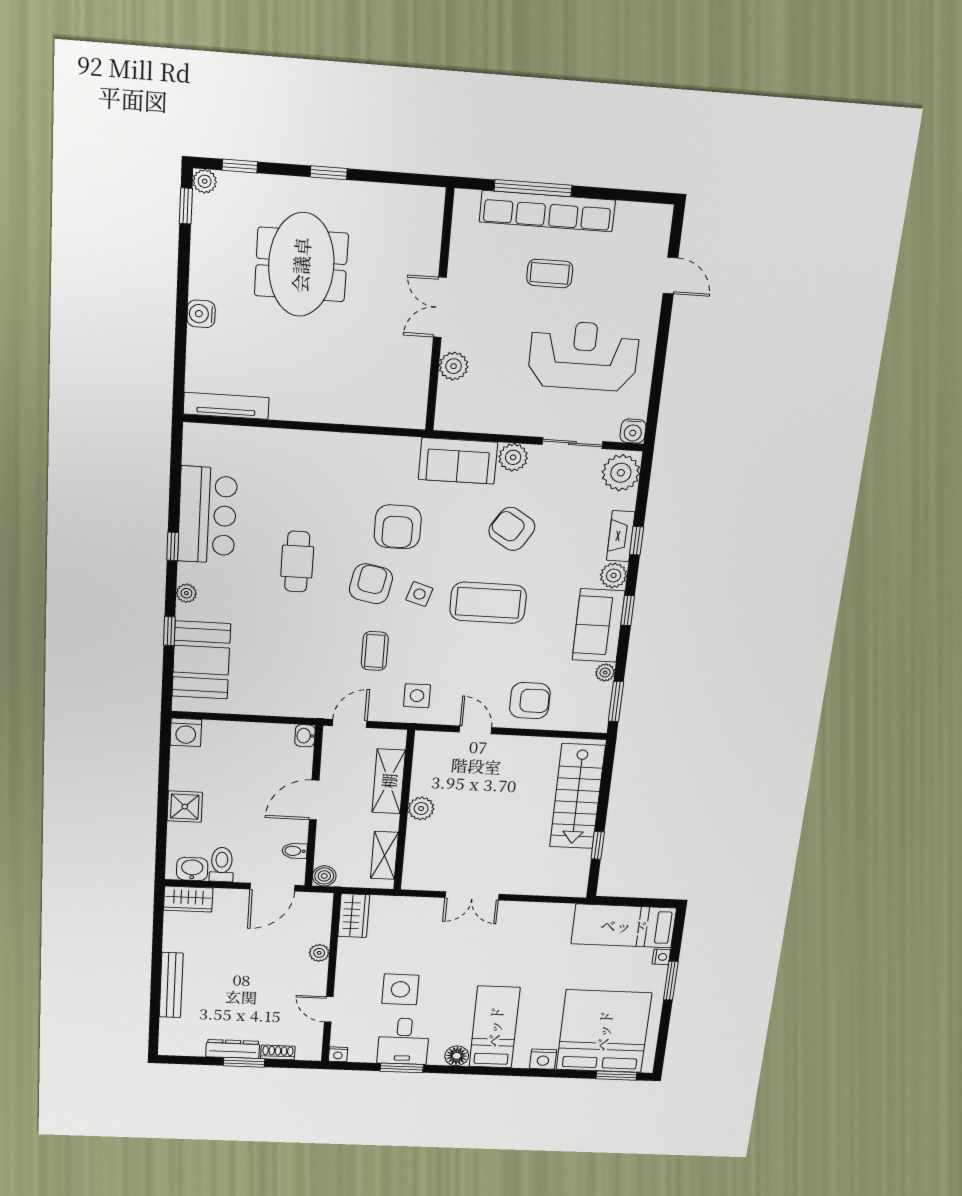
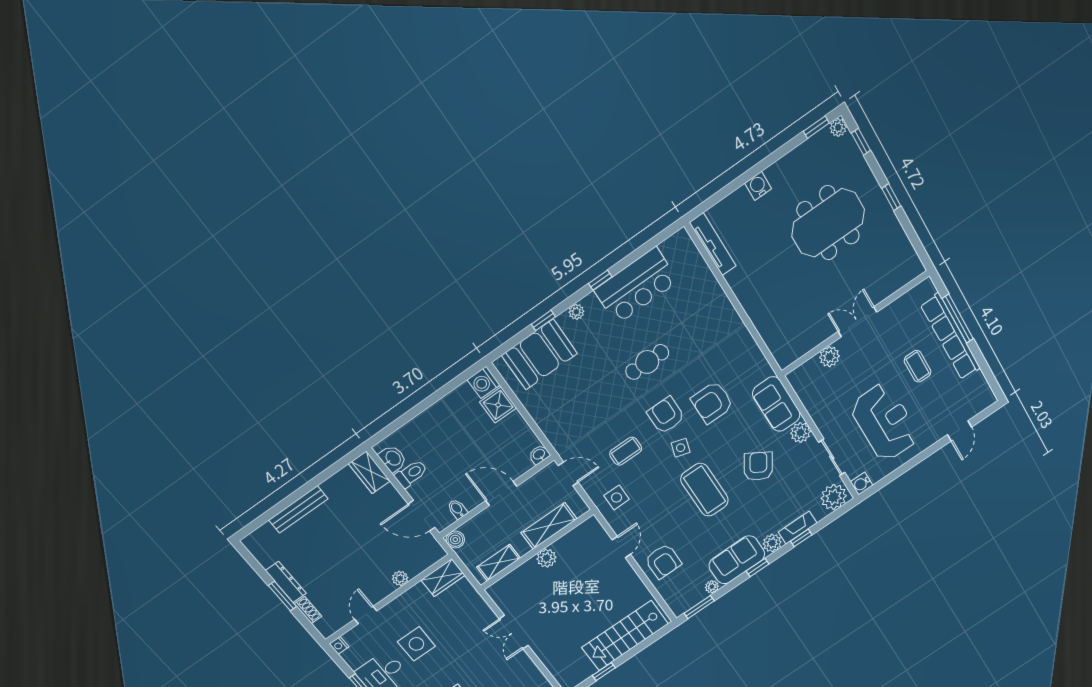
armchair: (371, 584) -> (666, 415), turned -101
shower: (185, 807) -> (498, 405), moved

